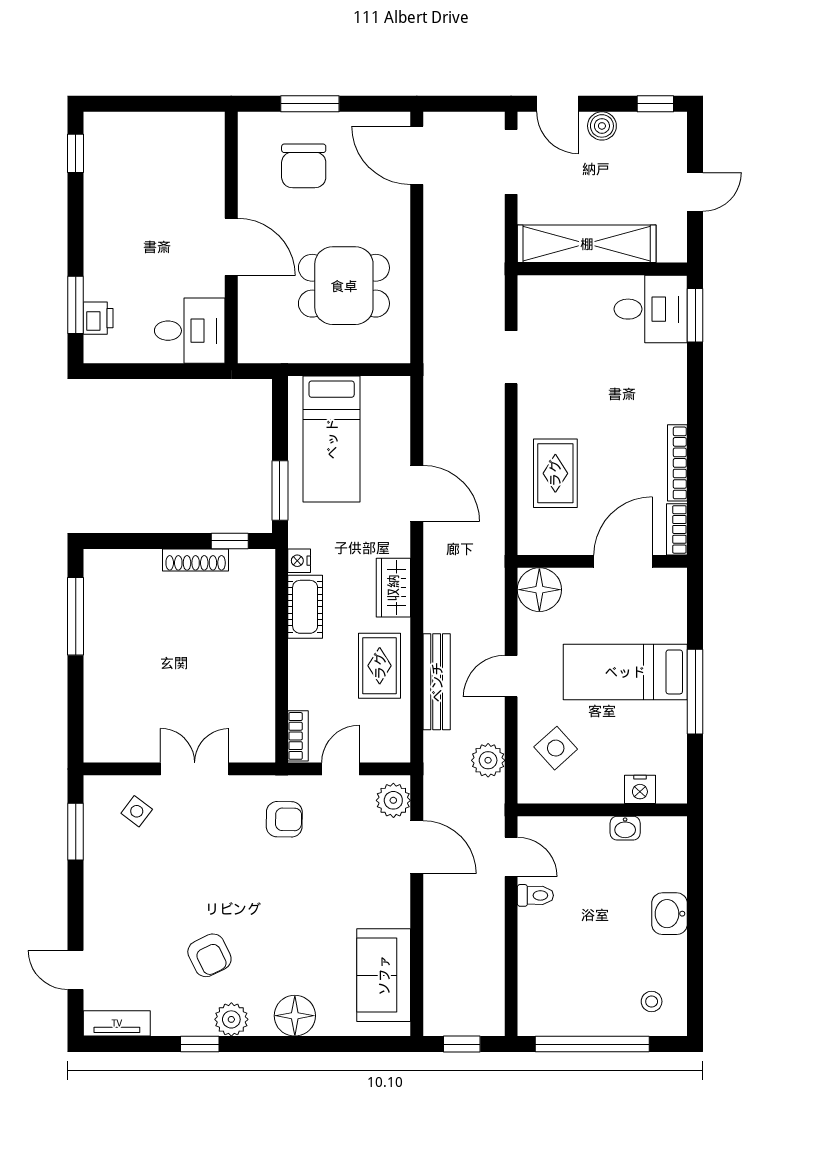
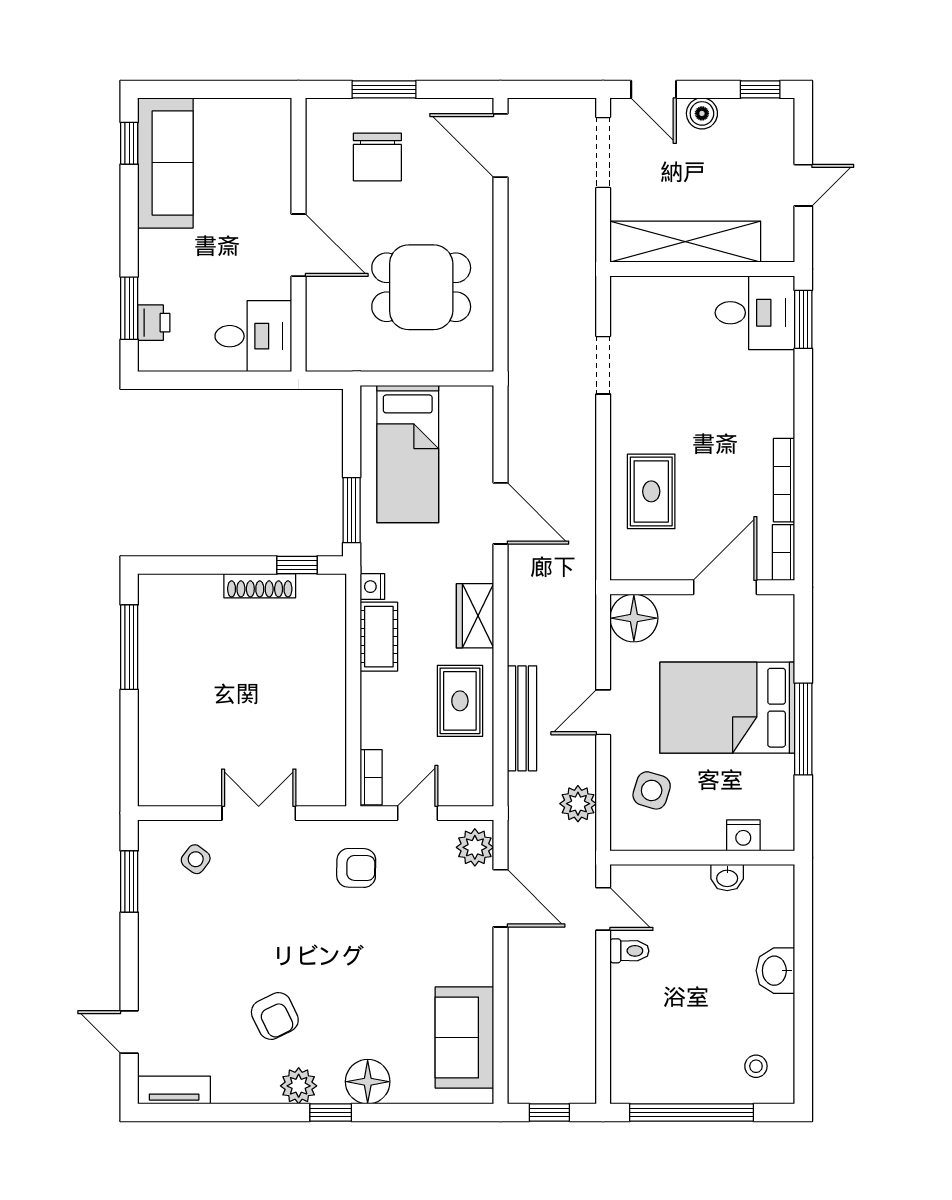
sofa: (109, 171) -> (165, 163), added
bed: (625, 672) -> (727, 708), width x1.50
side table: (556, 748) -> (652, 790), turned -31
window: (200, 1044) -> (331, 1113), moved

